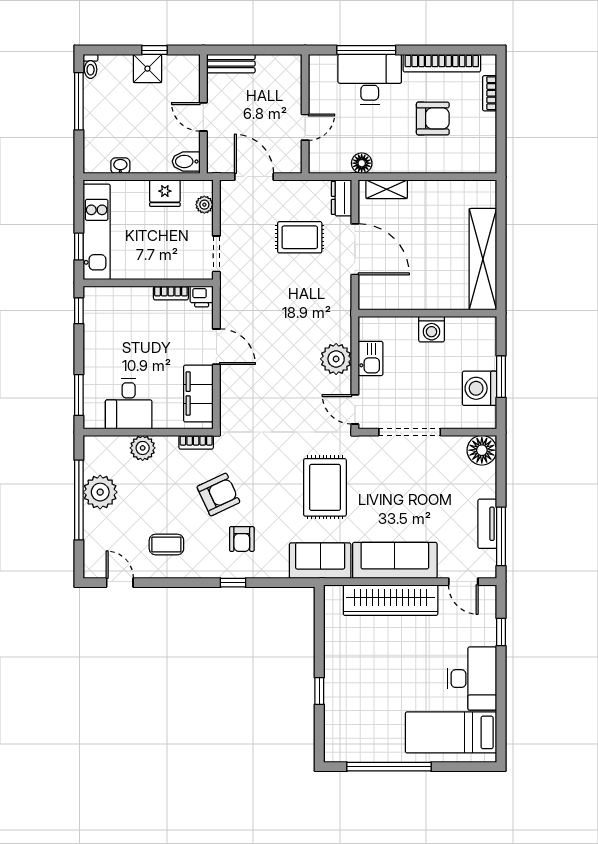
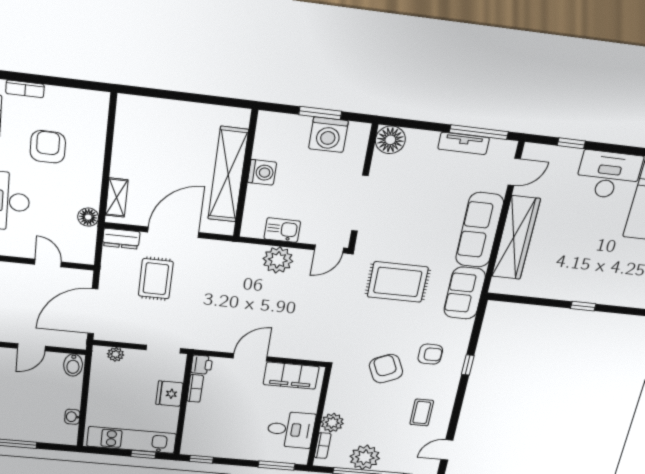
door: (254, 177) -> (93, 311), width x1.36
fridge: (165, 193) -> (169, 394), moved, turned 180
shelving: (483, 259) -> (228, 175), moved, turned 90
bookcase: (196, 442) -> (323, 446), moved

